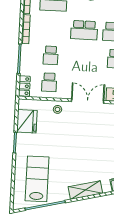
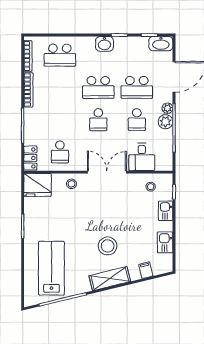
school desk: (51, 55) -> (98, 120), moved
fridge: (27, 121) -> (38, 185), moved, turned 90
stool: (85, 163) -> (108, 246), added

